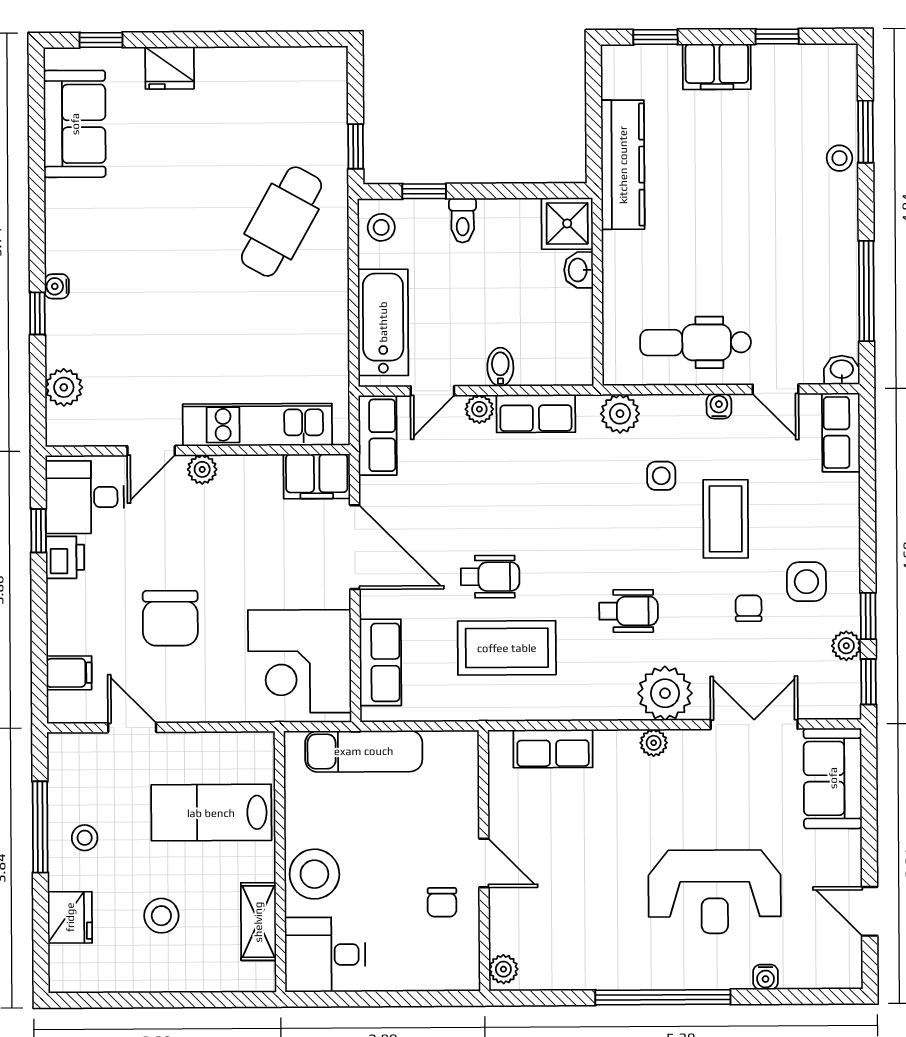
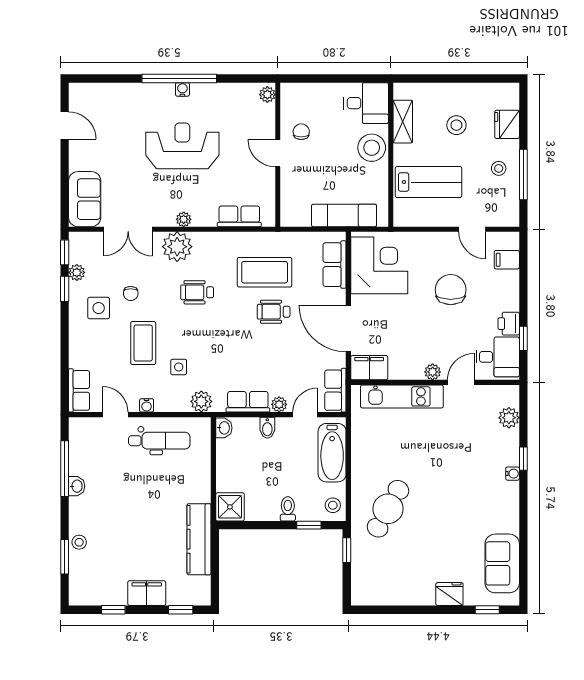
washbasin: (579, 270) -> (224, 428), moved
washbasin: (842, 370) -> (77, 486), moved, turned -90
reception desk: (715, 892) -> (182, 146), moved
water cooler: (766, 977) -> (182, 89), moved

